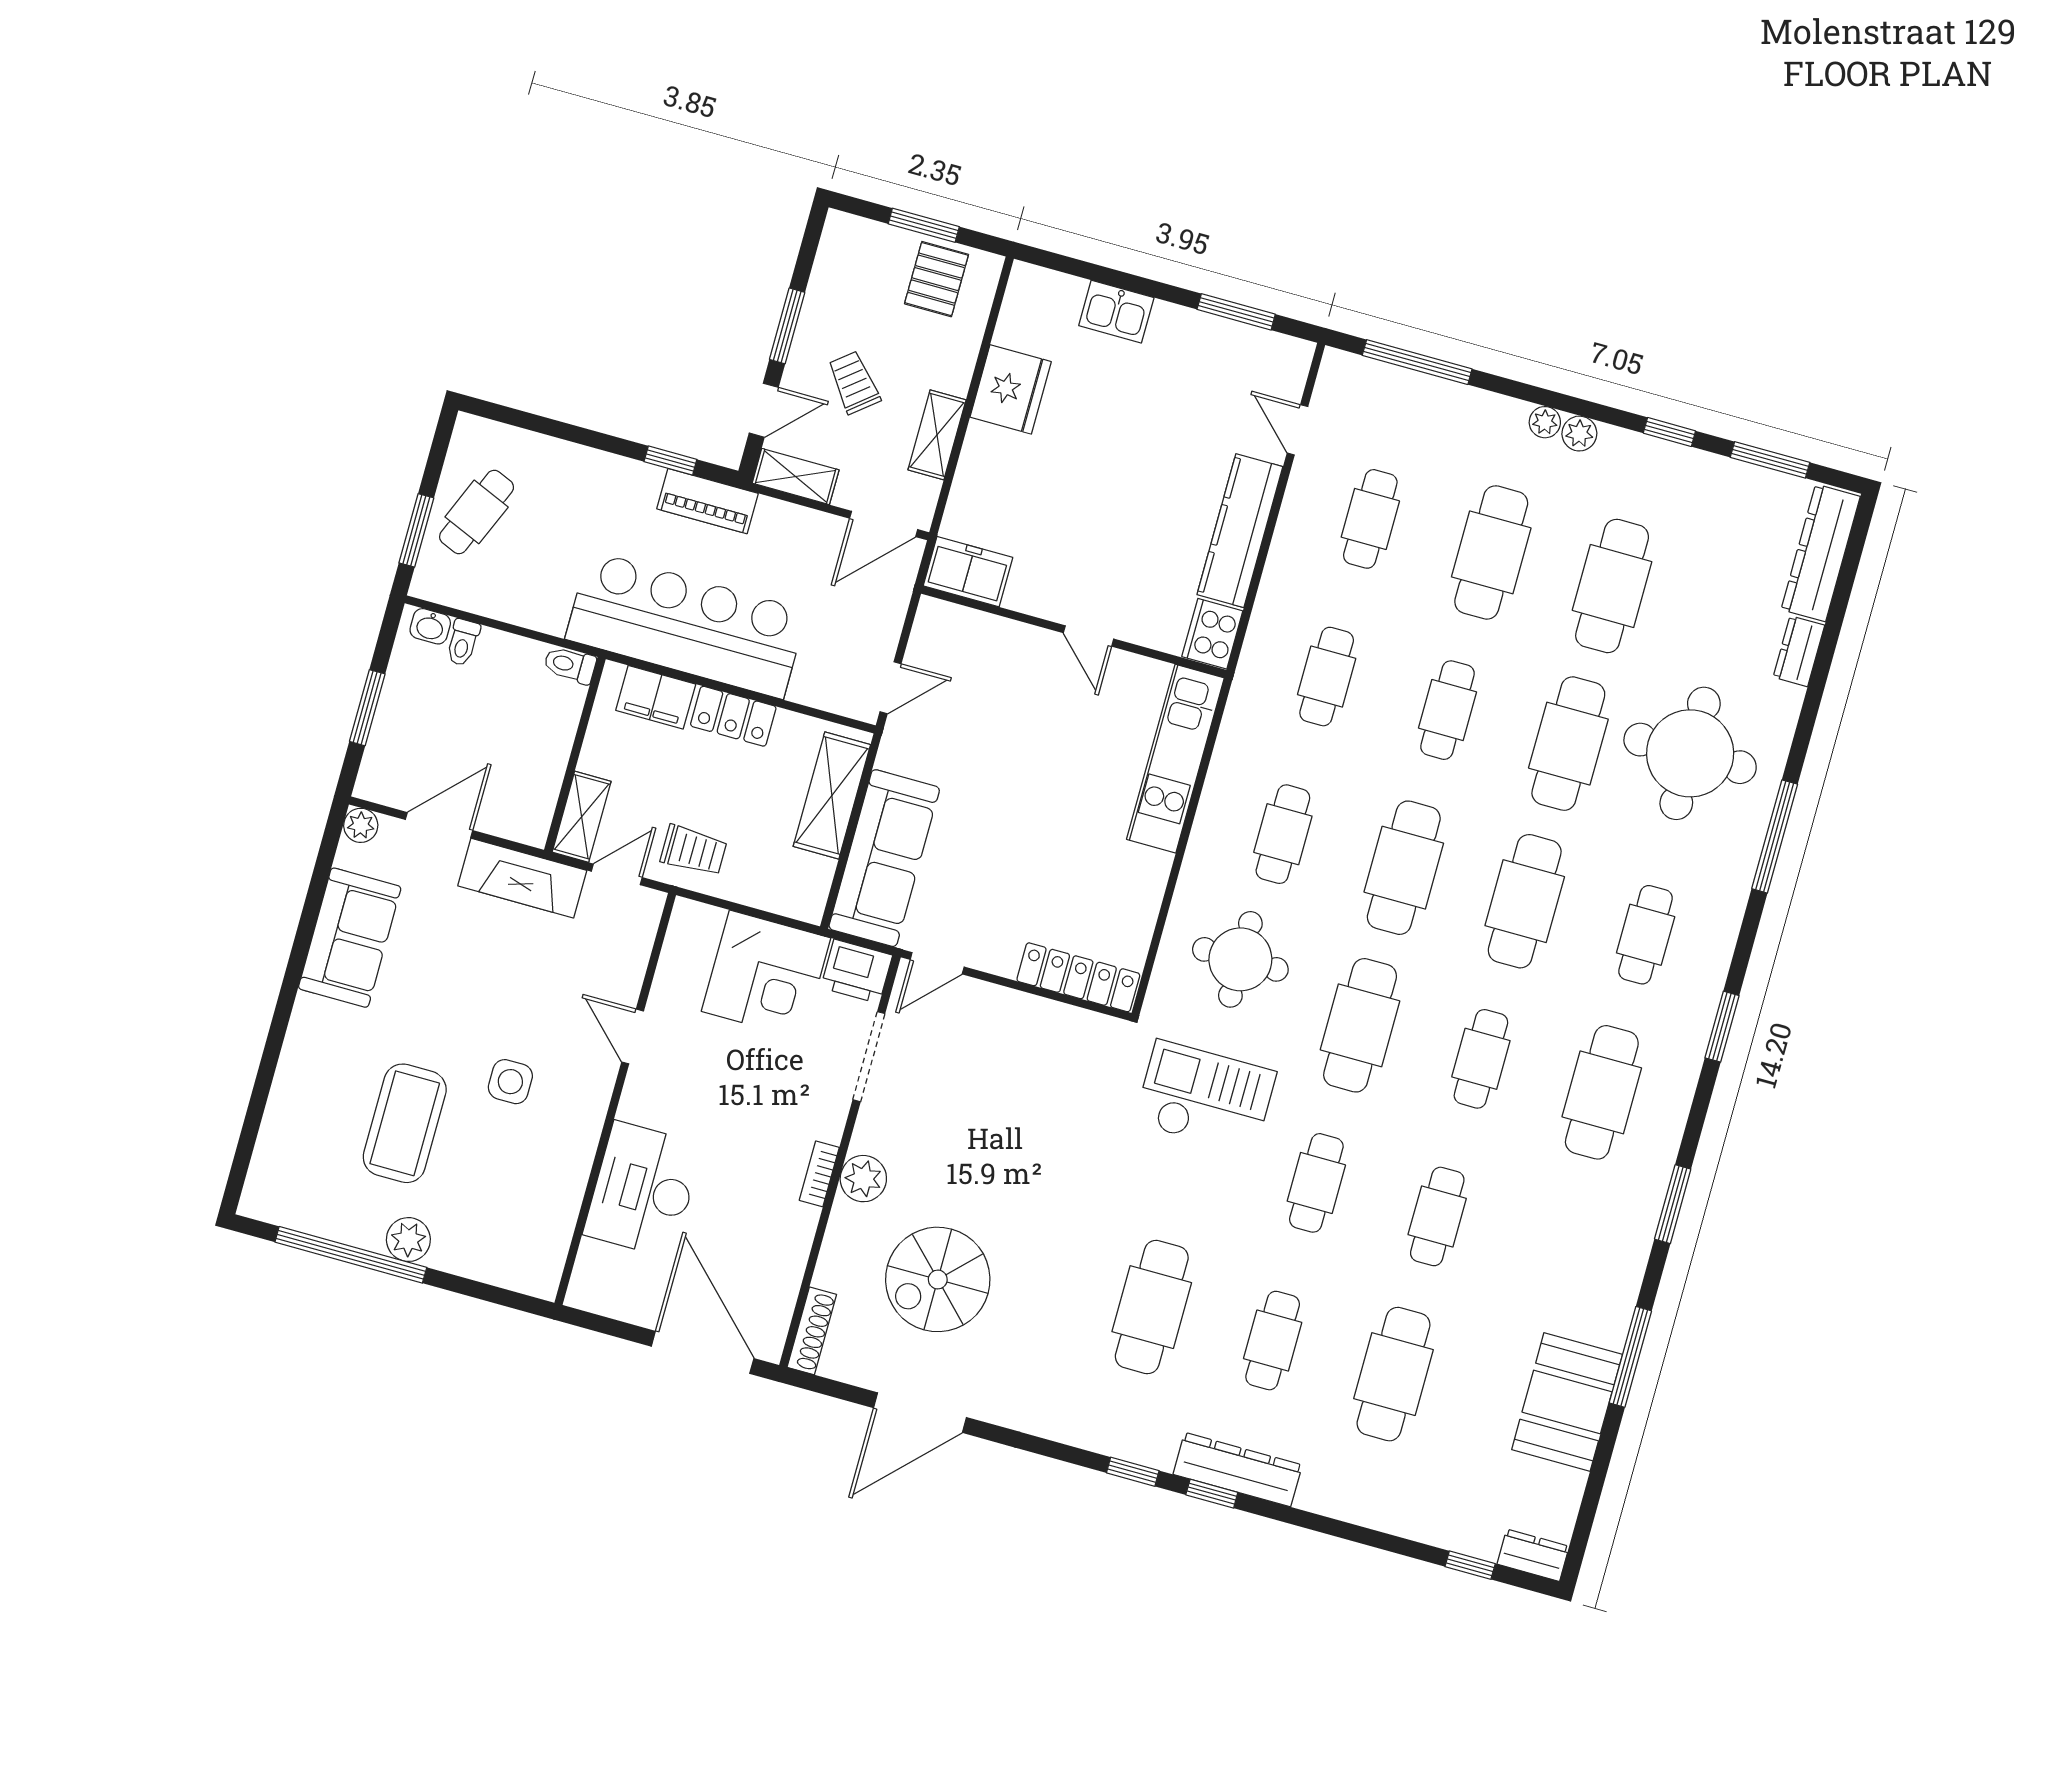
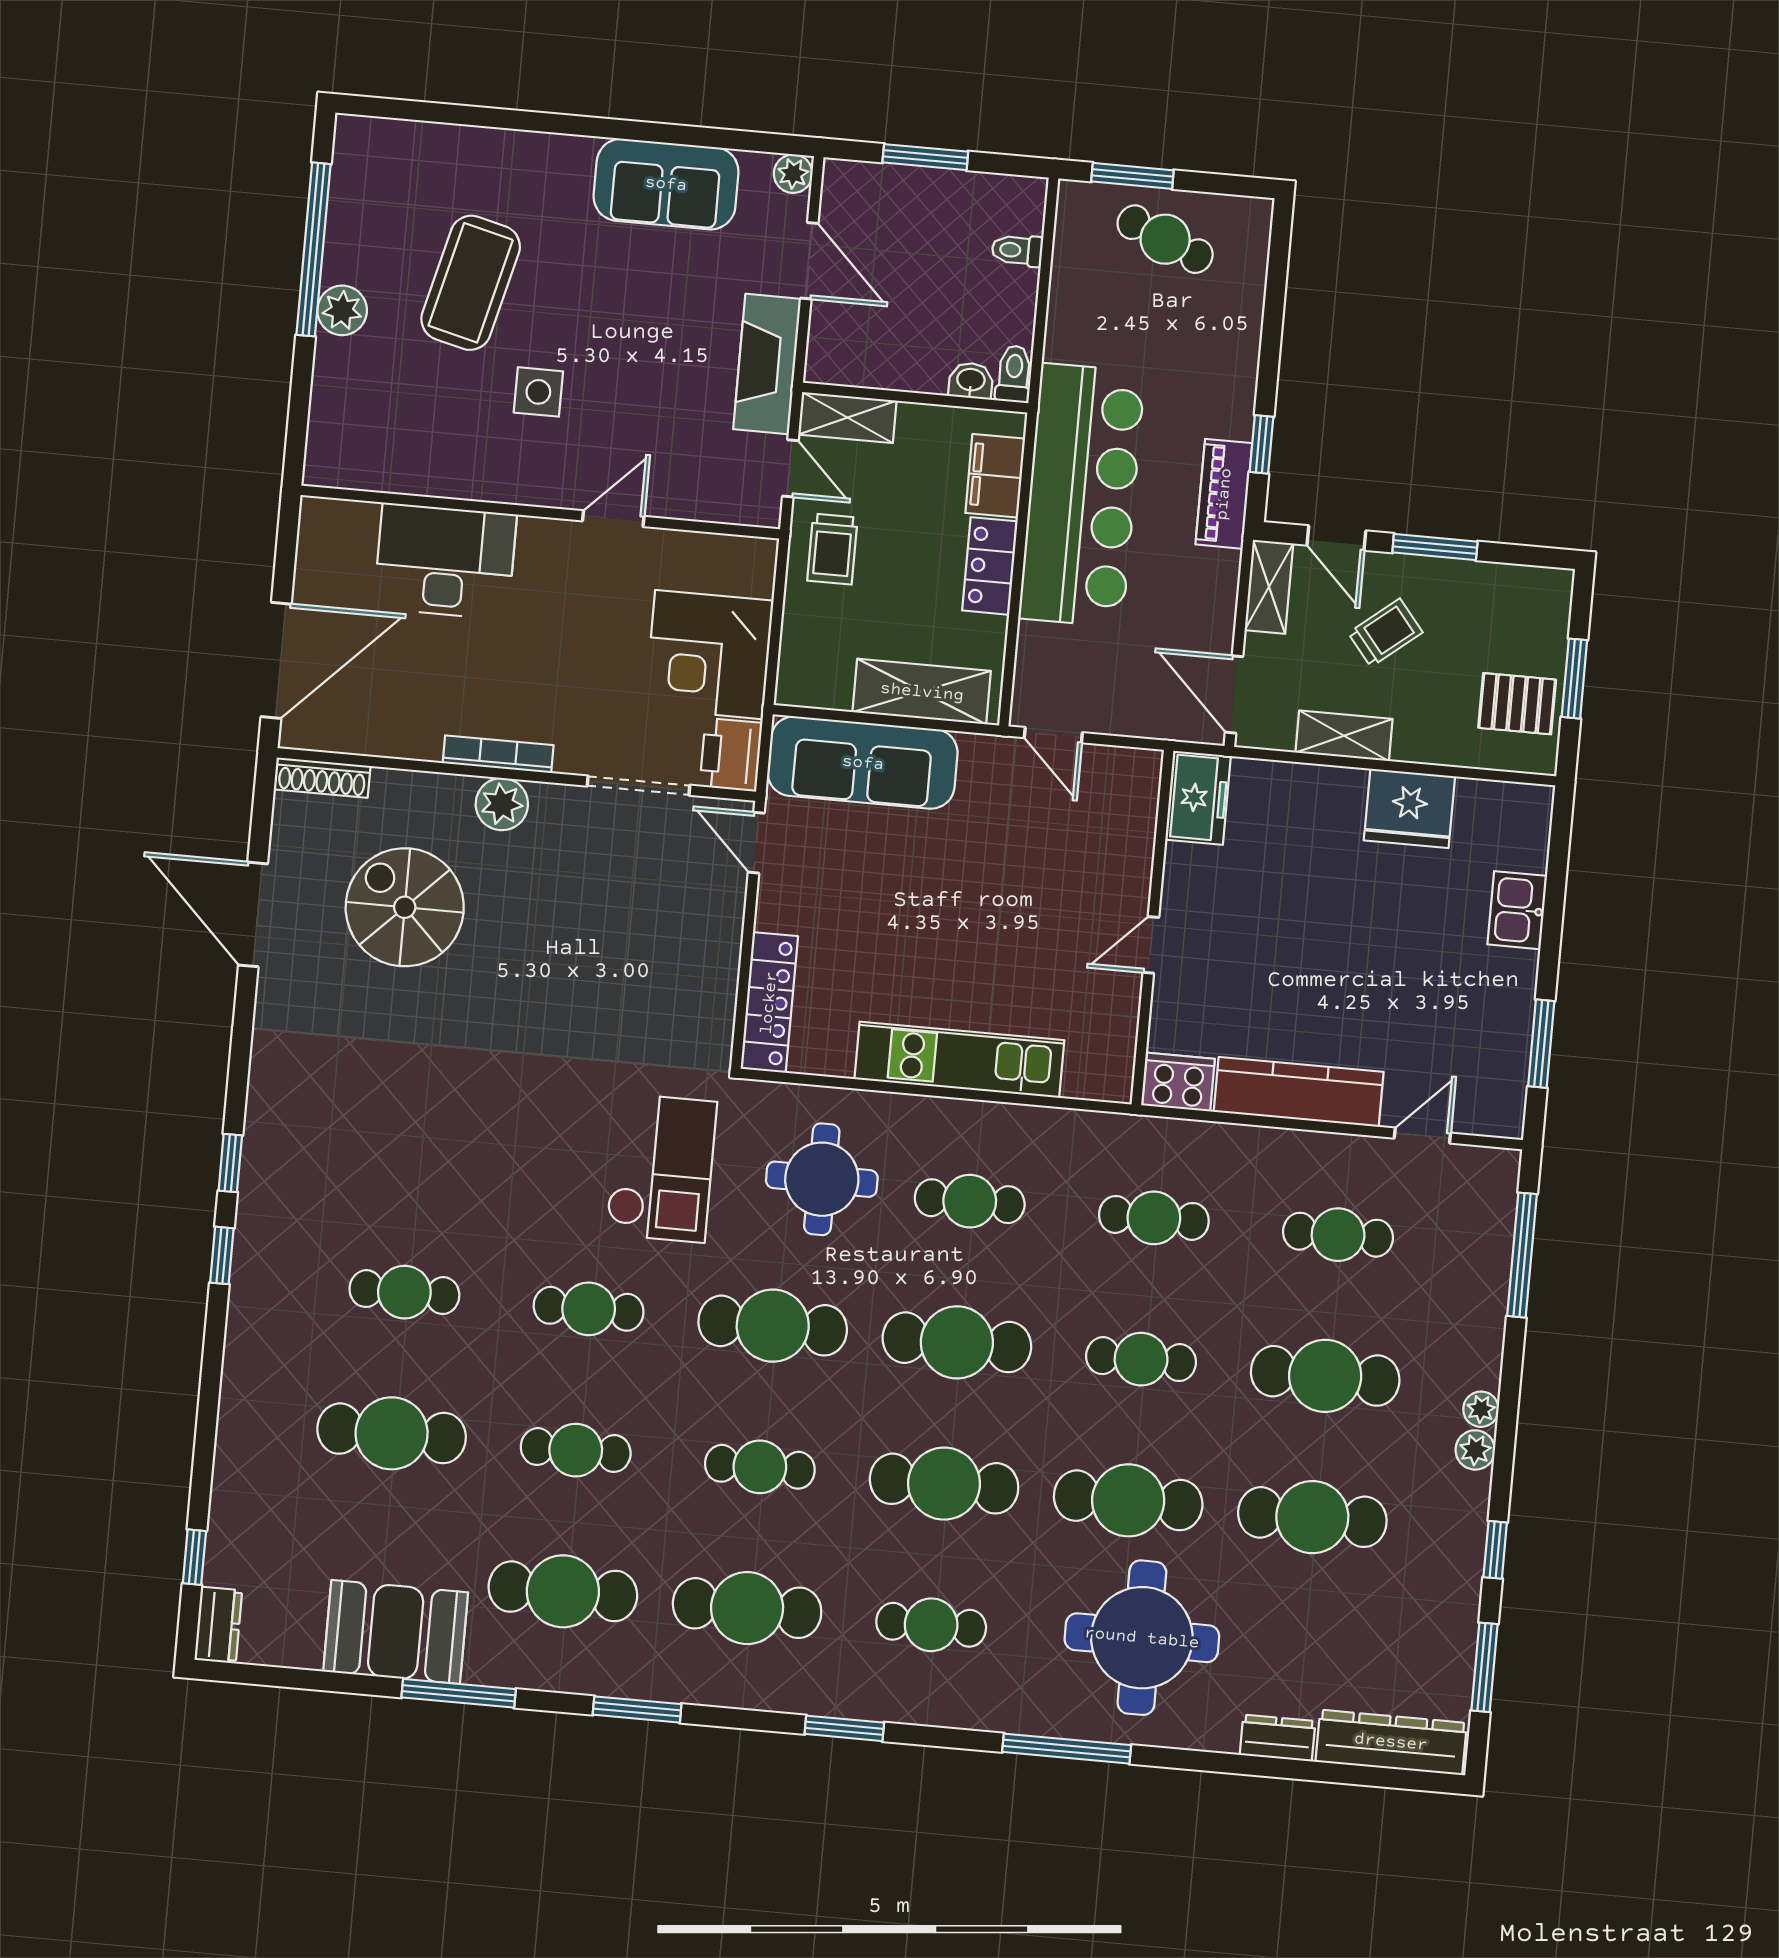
washbasin: (430, 626) -> (971, 381), moved, turned 90
kitchen unit: (1175, 759) -> (959, 1060), moved
coffee table: (405, 1123) -> (471, 283), turned -76
bookcase: (819, 1174) -> (498, 754), width x1.56
cafe table: (1152, 1307) -> (563, 1591), moved
dresser: (1238, 1470) -> (254, 1279), removed

